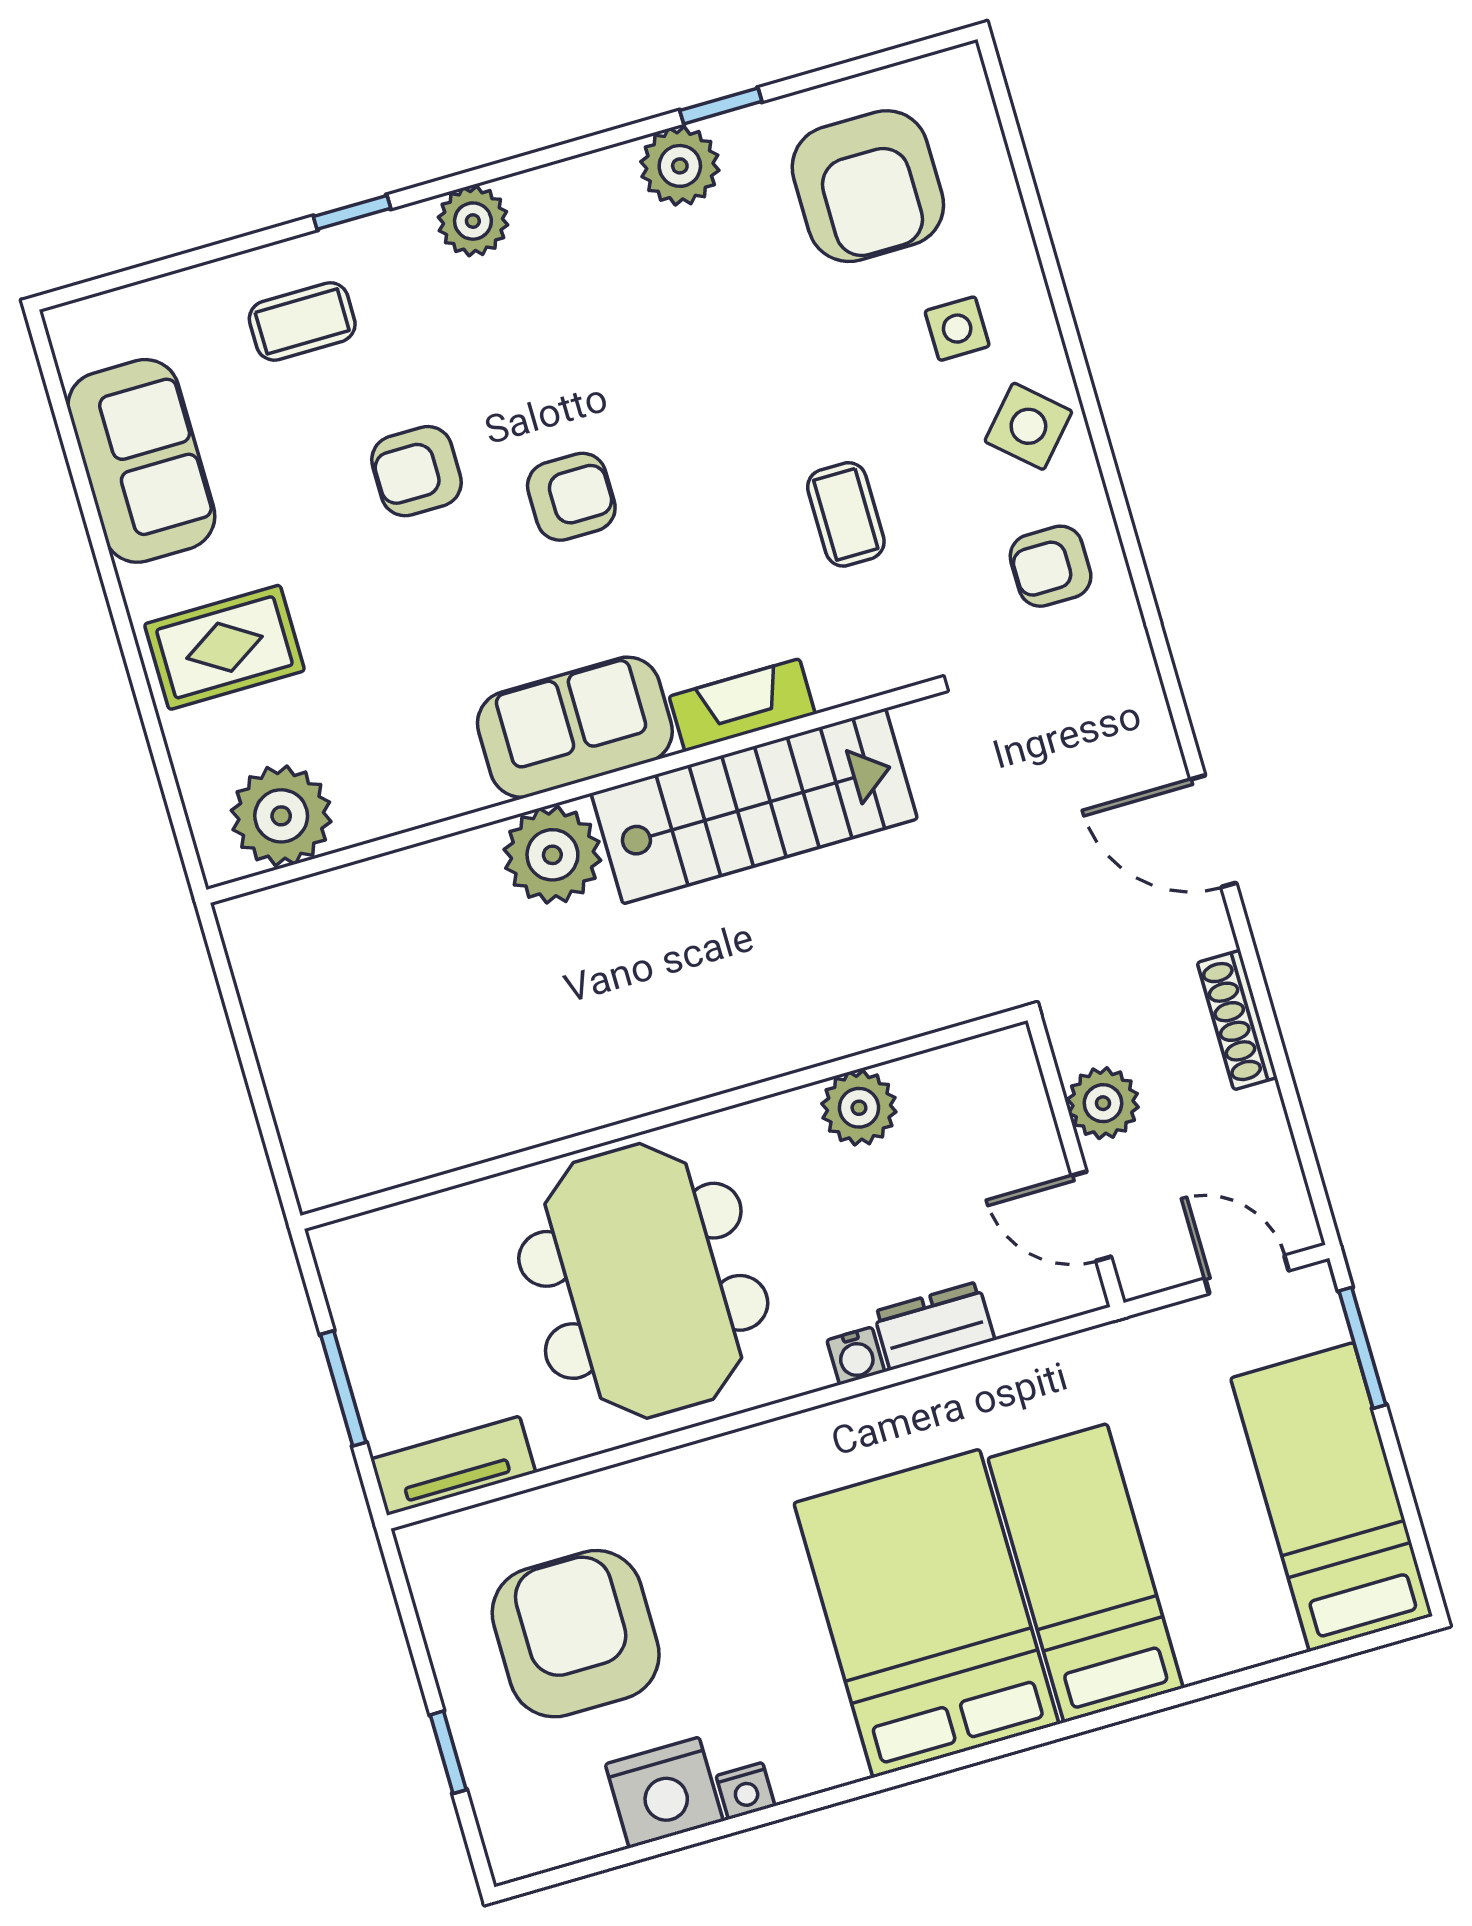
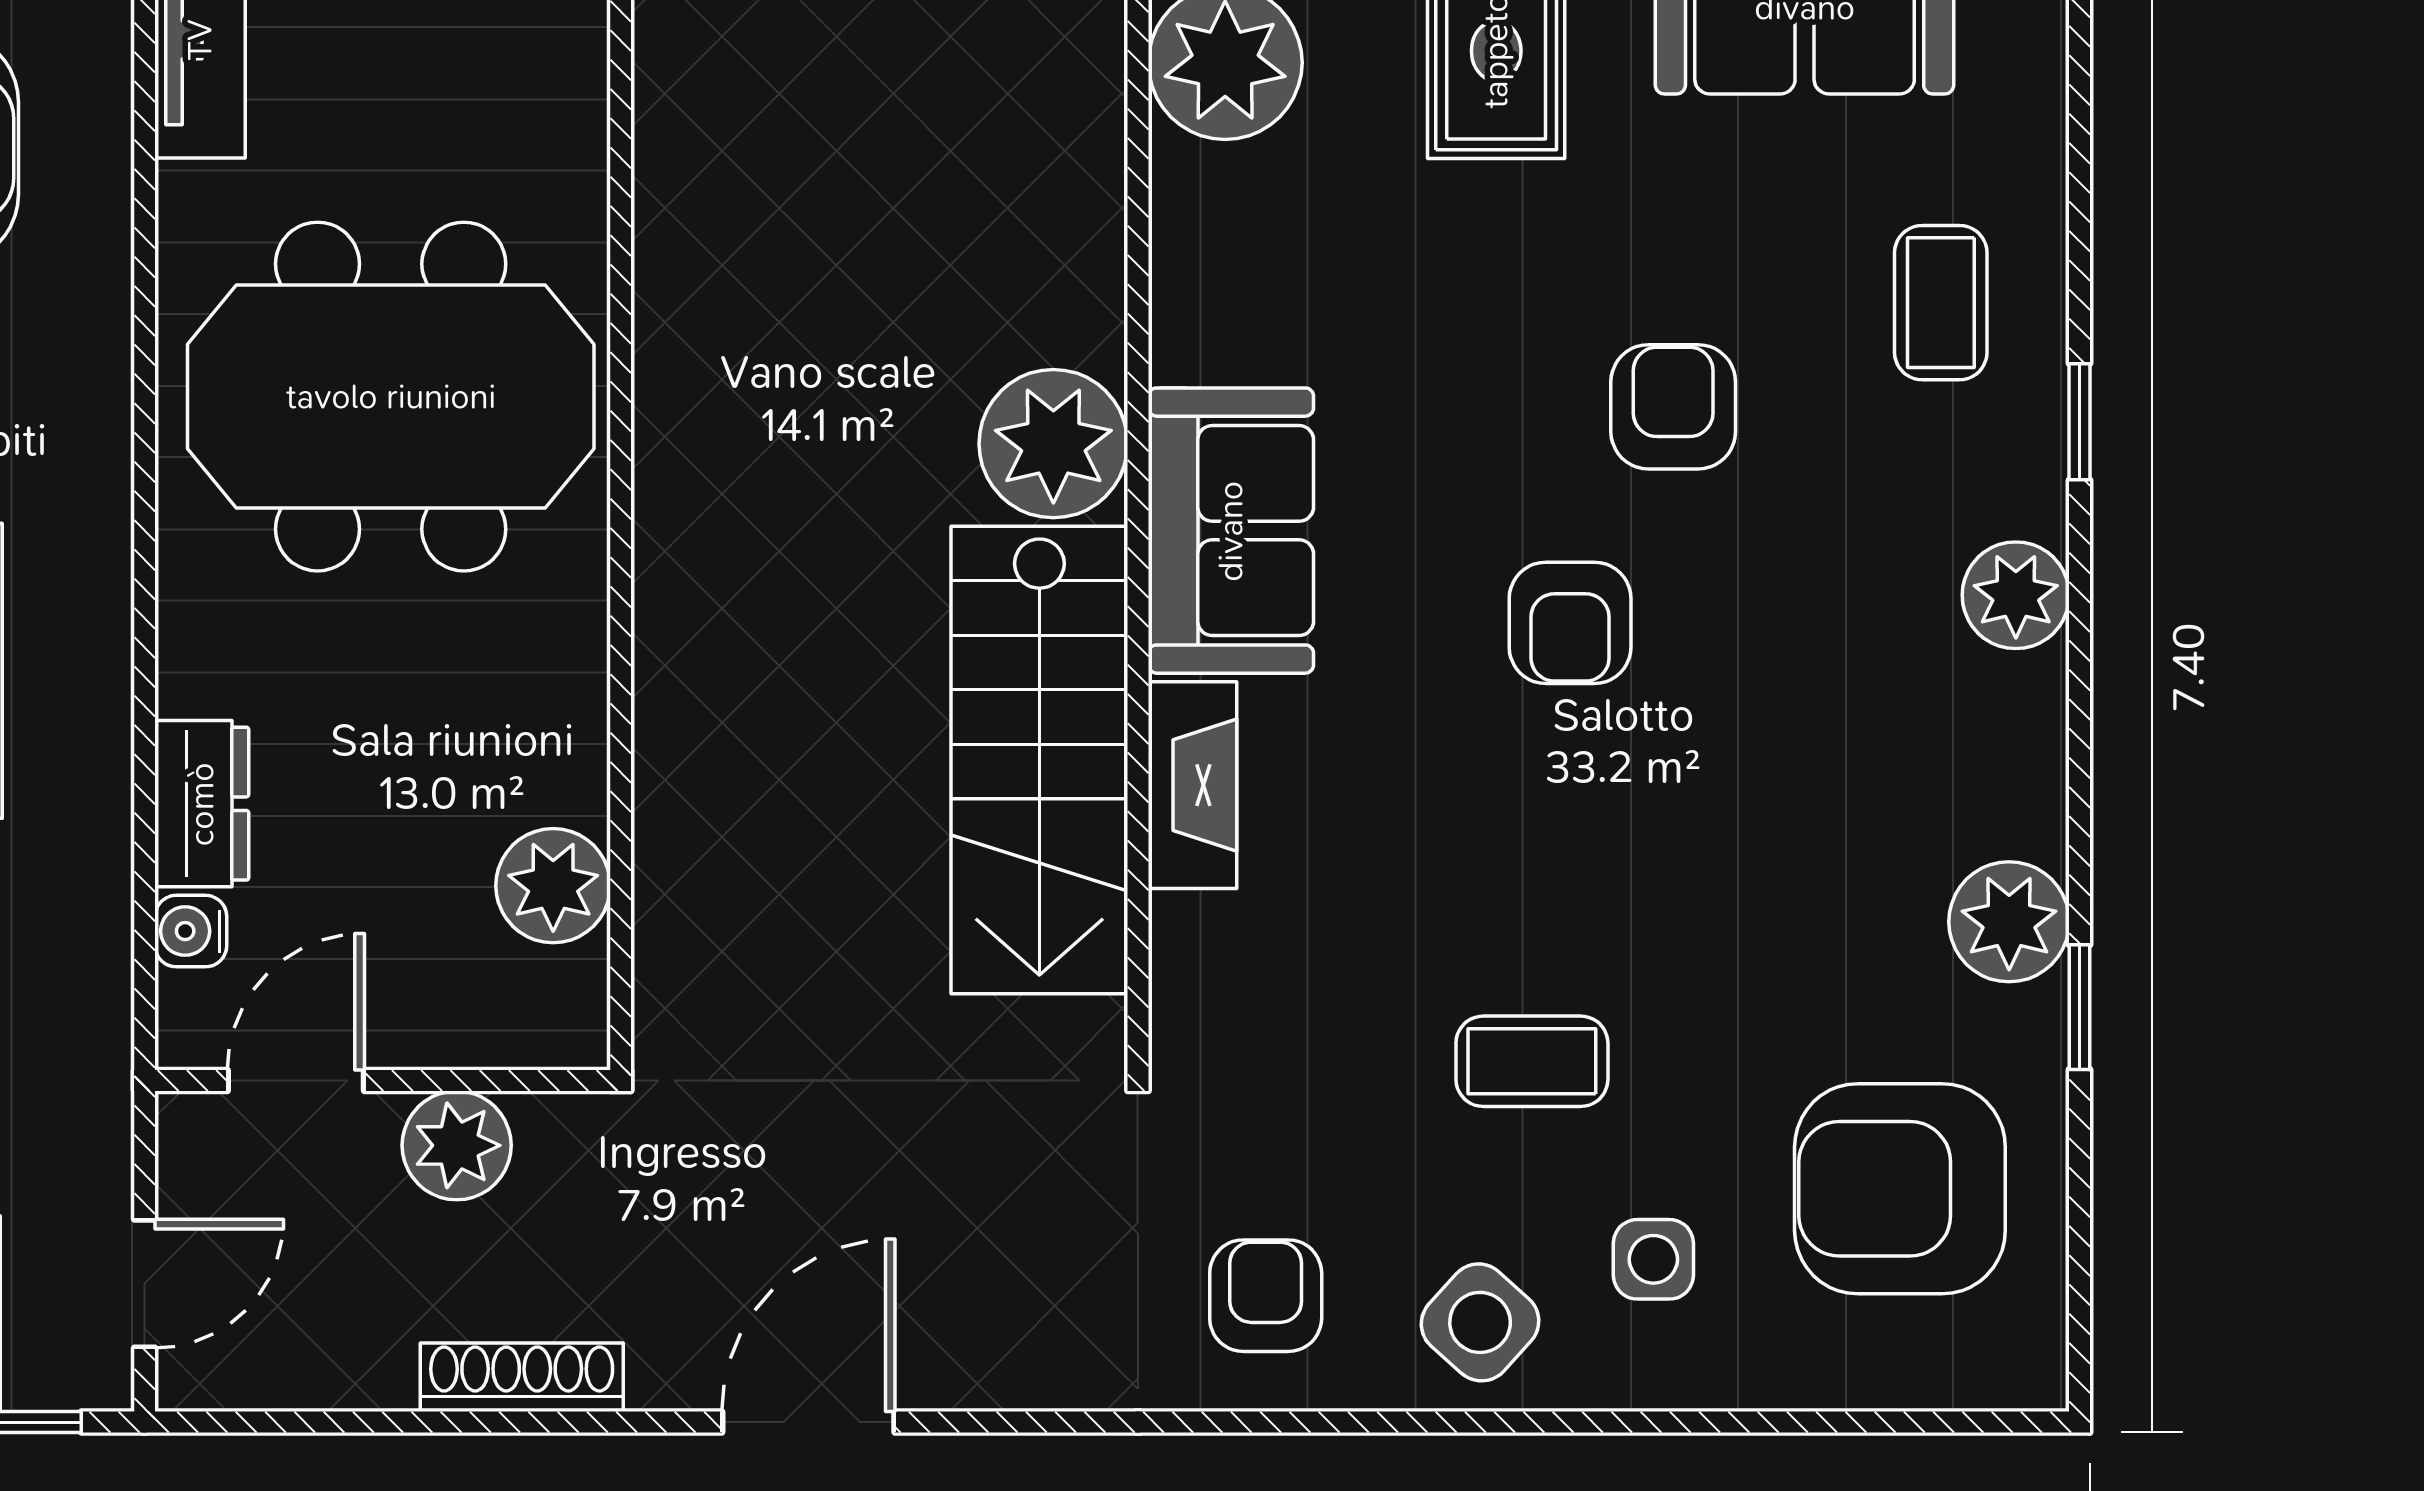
coffee table: (846, 514) -> (1532, 1061), moved
plant: (859, 1108) -> (553, 886), moved
water cooler: (856, 1356) -> (191, 931), moved

